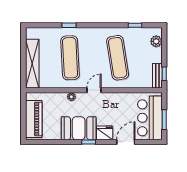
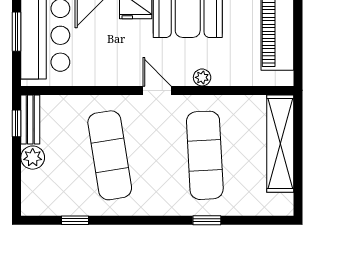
plant: (156, 41) -> (33, 158), moved
door: (94, 90) -> (157, 90), swing flipped

